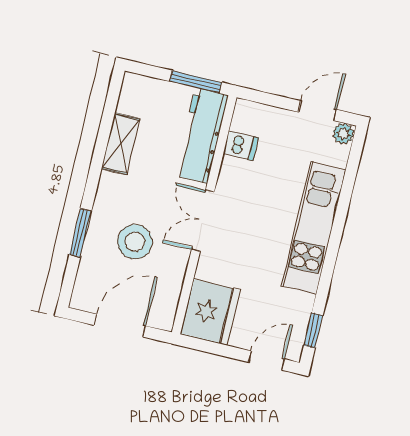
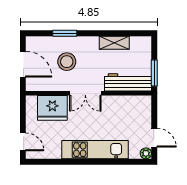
dishwasher: (241, 146) -> (128, 103), removed
double door: (203, 221) -> (85, 93), swing flipped
fridge: (210, 312) -> (52, 108), moved
window: (313, 330) -> (44, 162), removed

